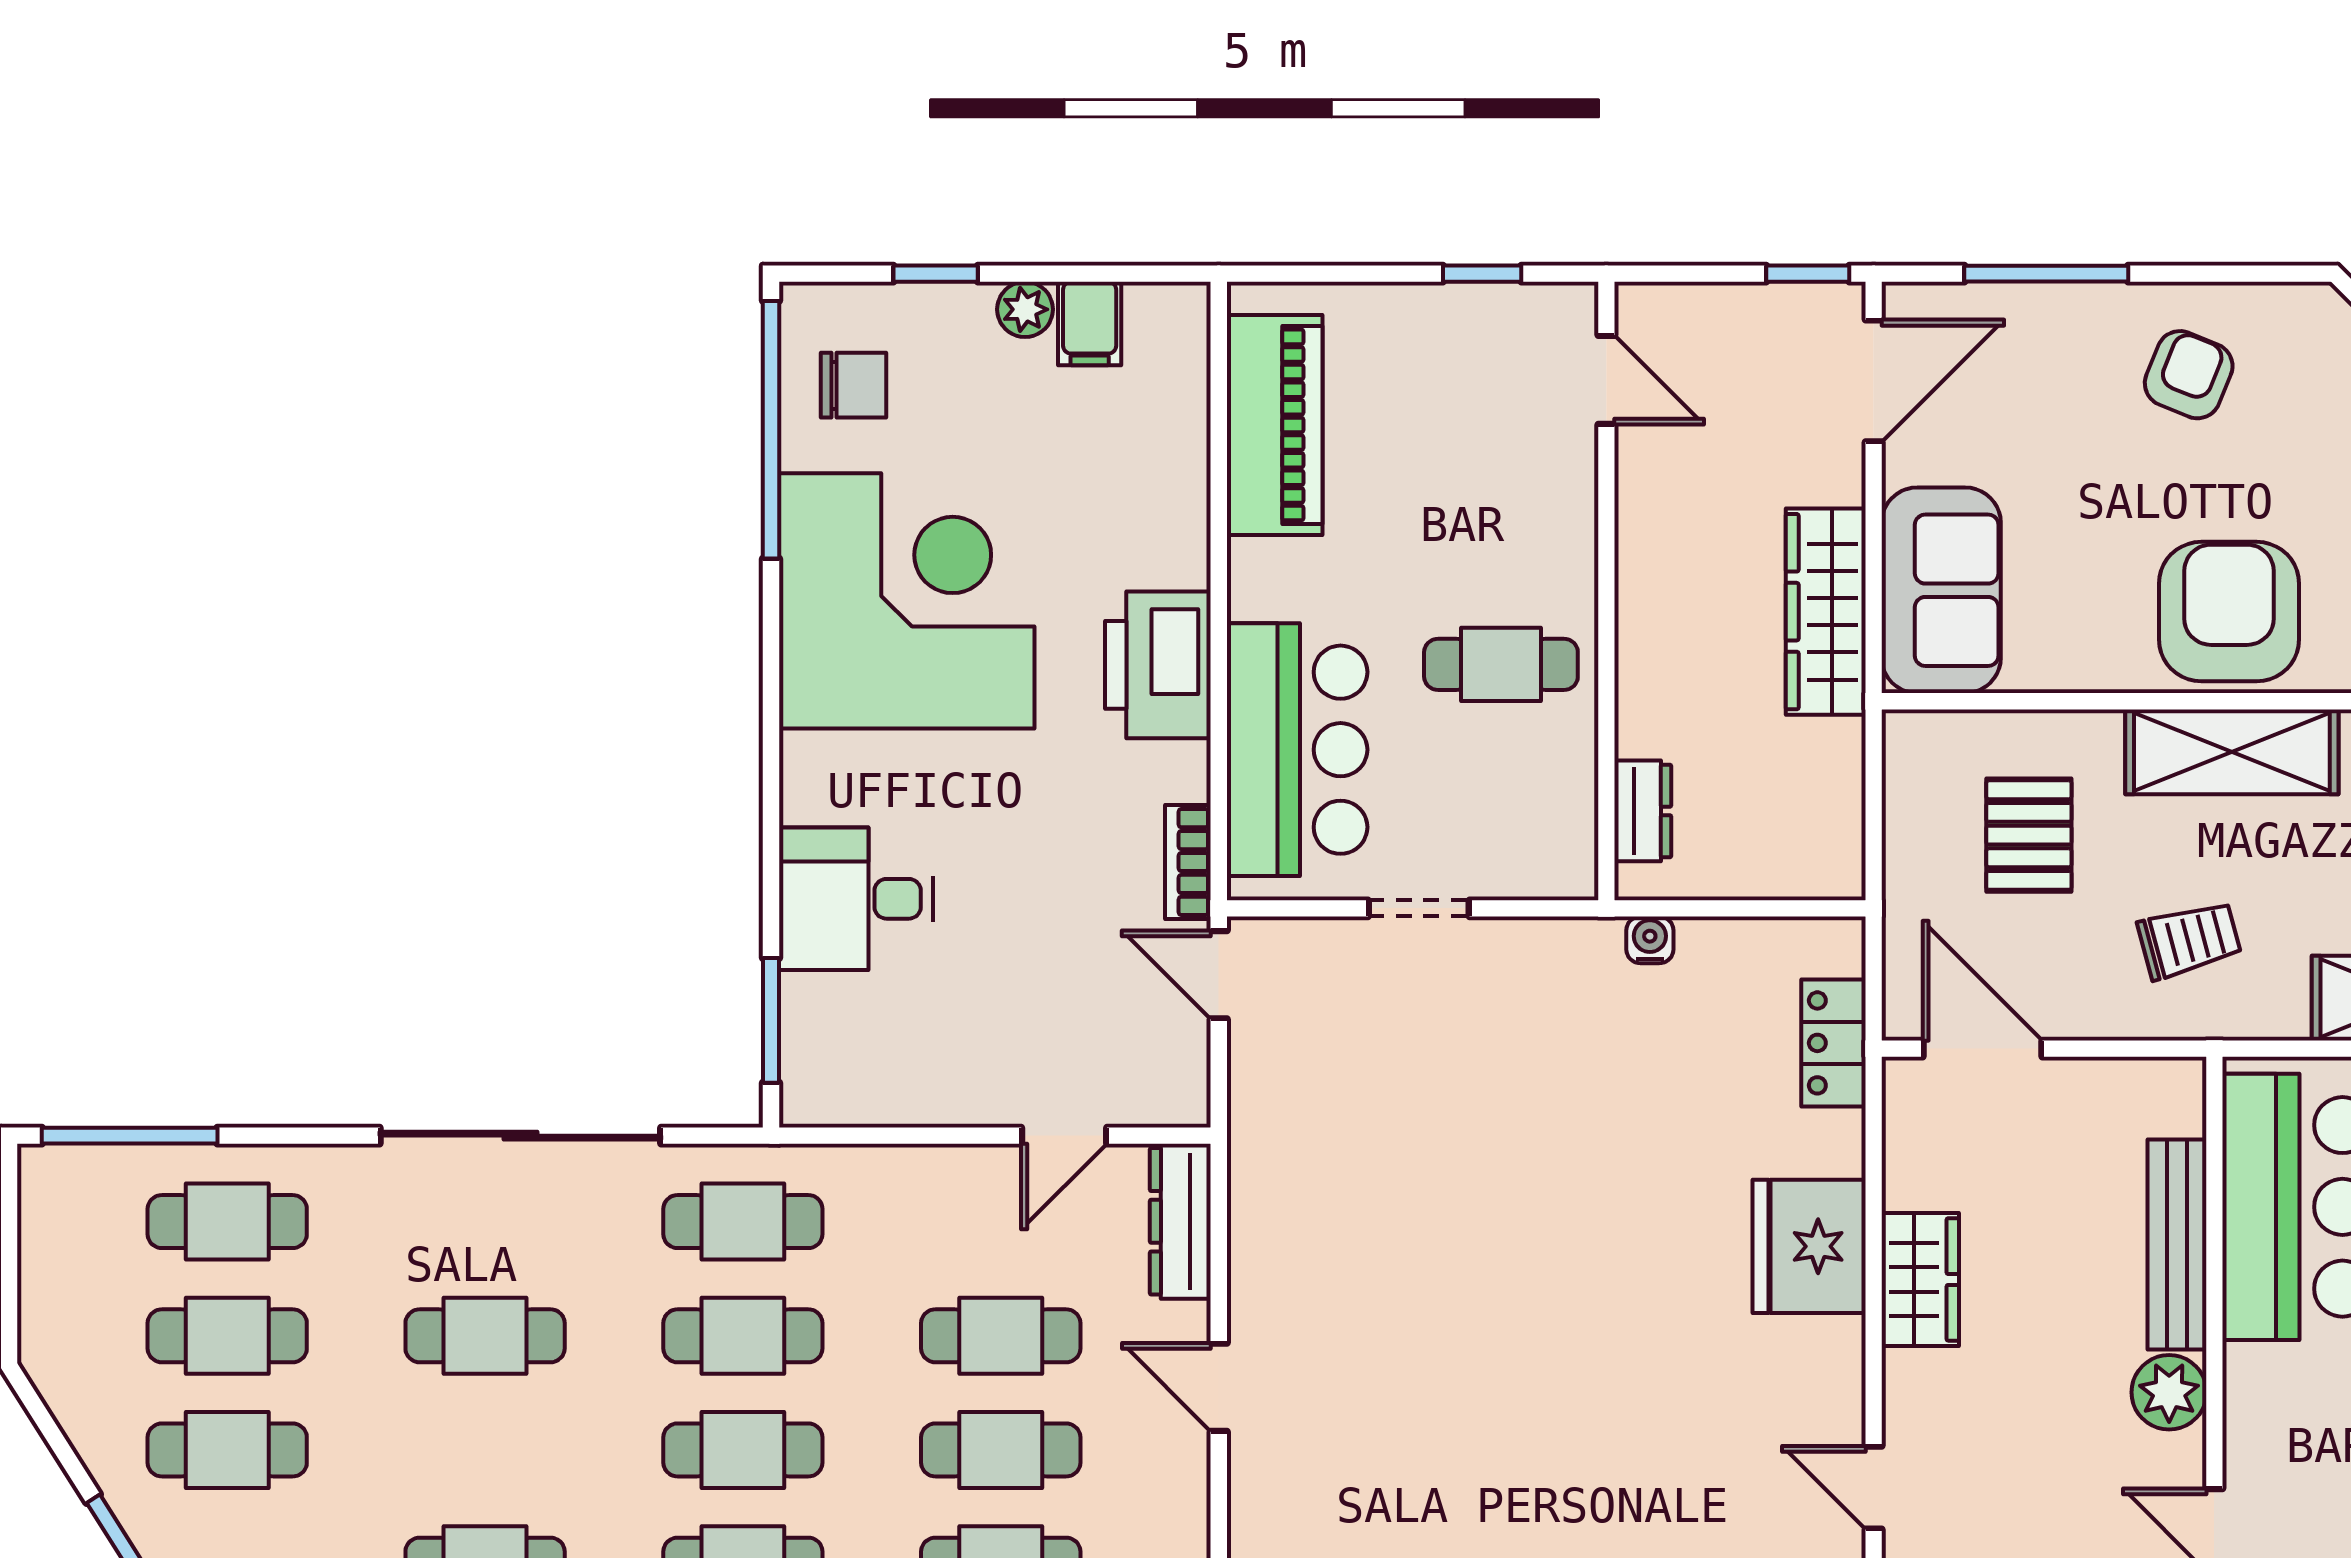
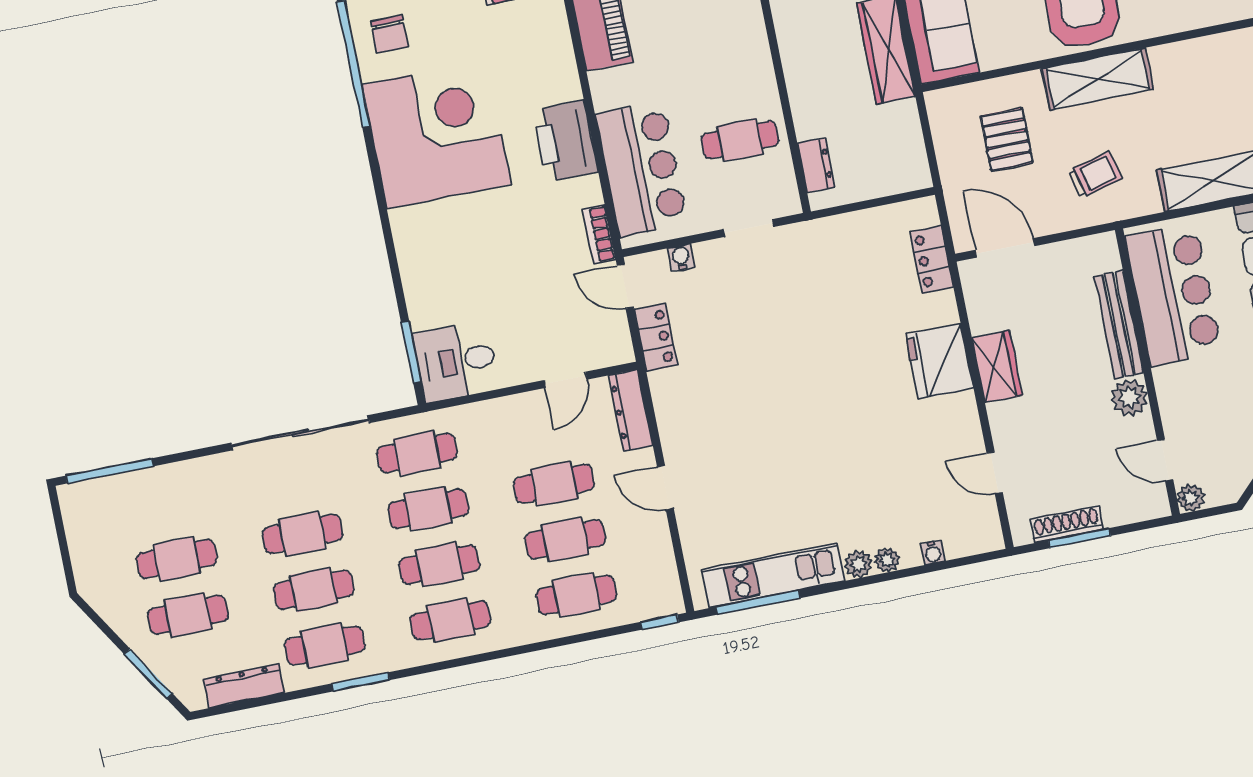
chair: (853, 385) -> (390, 34), turned 90
cafe table: (1501, 664) -> (740, 140), moved
desk: (856, 899) -> (456, 361), moved
doorway: (1419, 908) -> (749, 228), moved
water cooler: (1650, 940) -> (681, 257), moved
locker: (1259, 1087) -> (656, 337), added
cafe table: (227, 1222) -> (314, 590), moved

